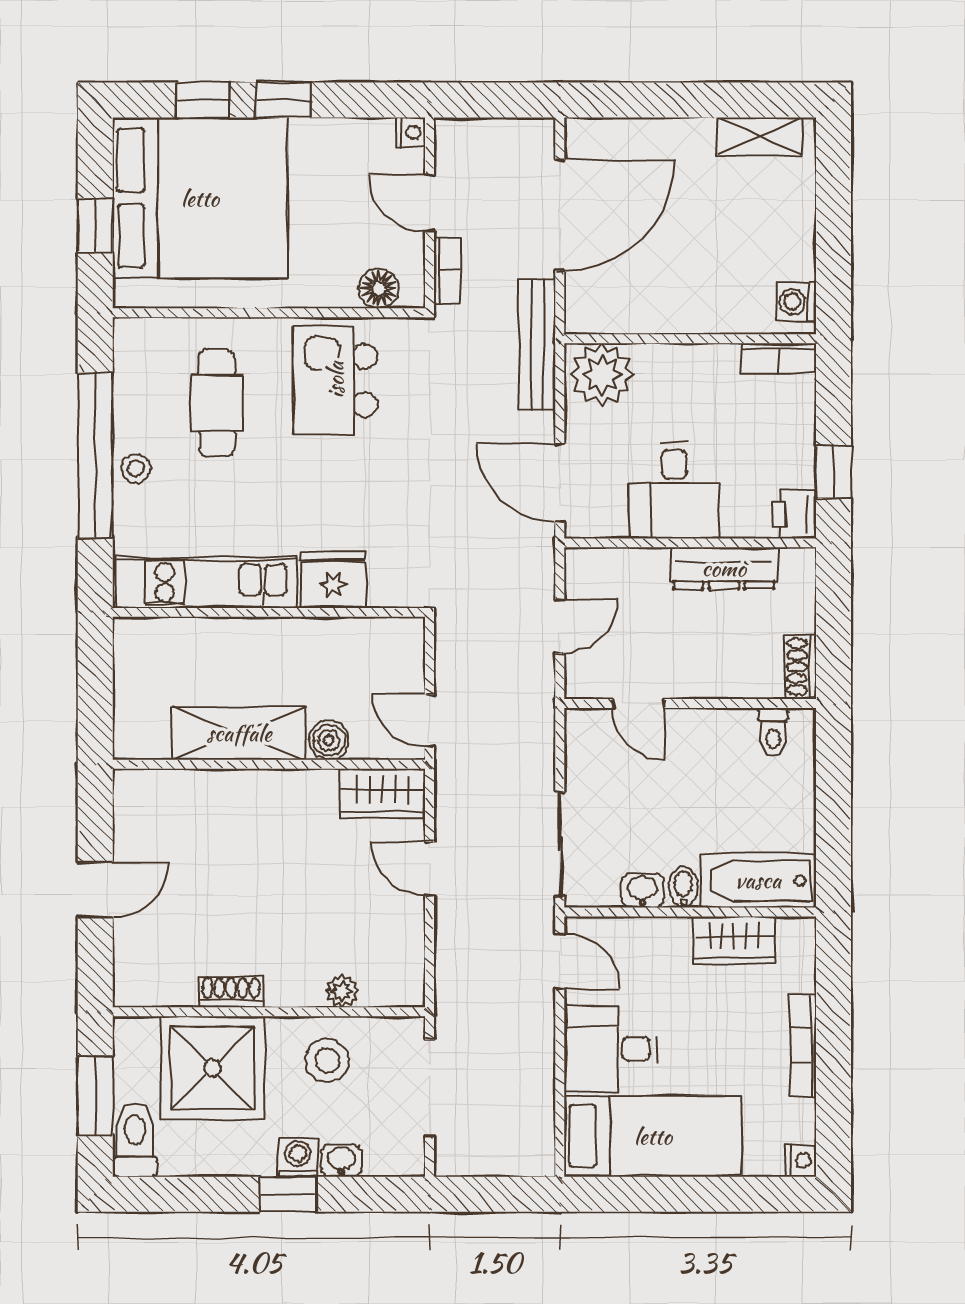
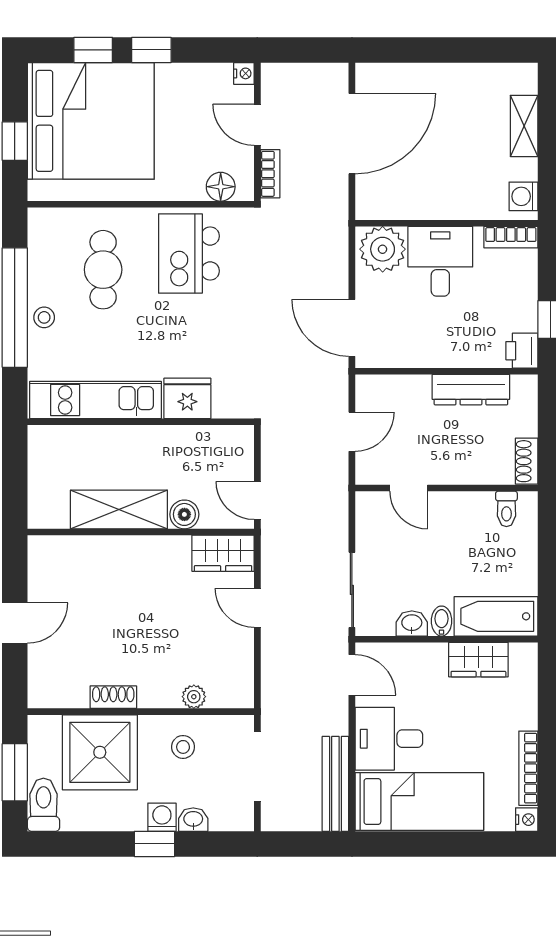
shelving: (760, 136) -> (524, 126), moved, turned 90
bench: (537, 344) -> (335, 784), moved
desk: (674, 490) -> (440, 261), moved, turned 180
bookcase: (803, 1045) -> (528, 768), moved
stool: (327, 1060) -> (183, 747), width x0.73, depth x0.73

